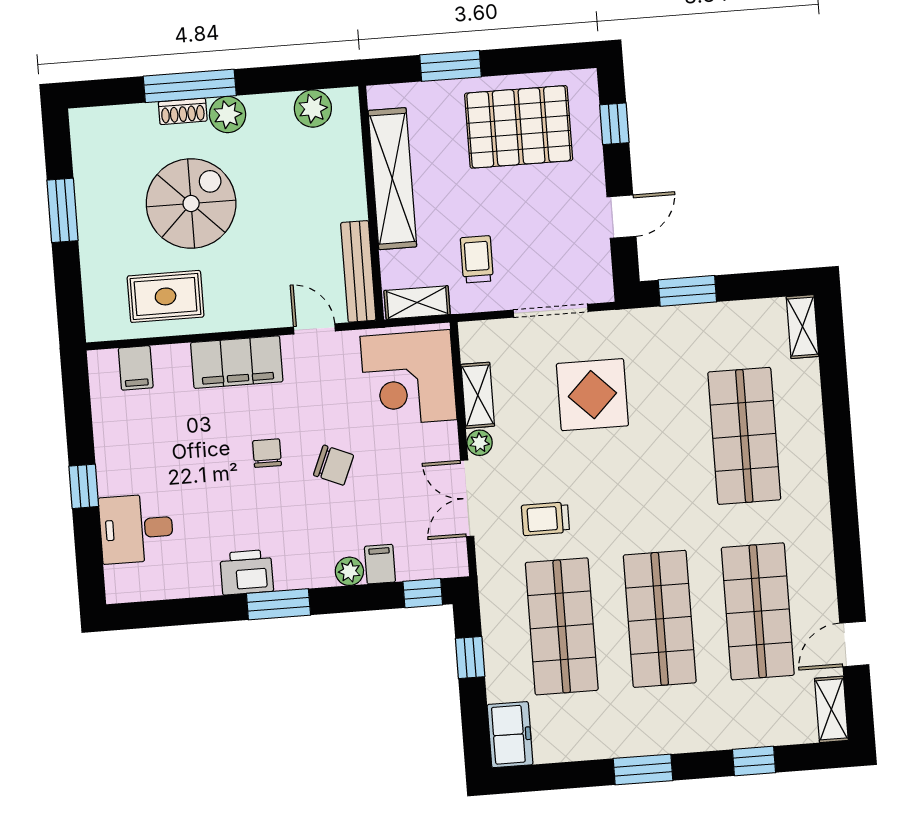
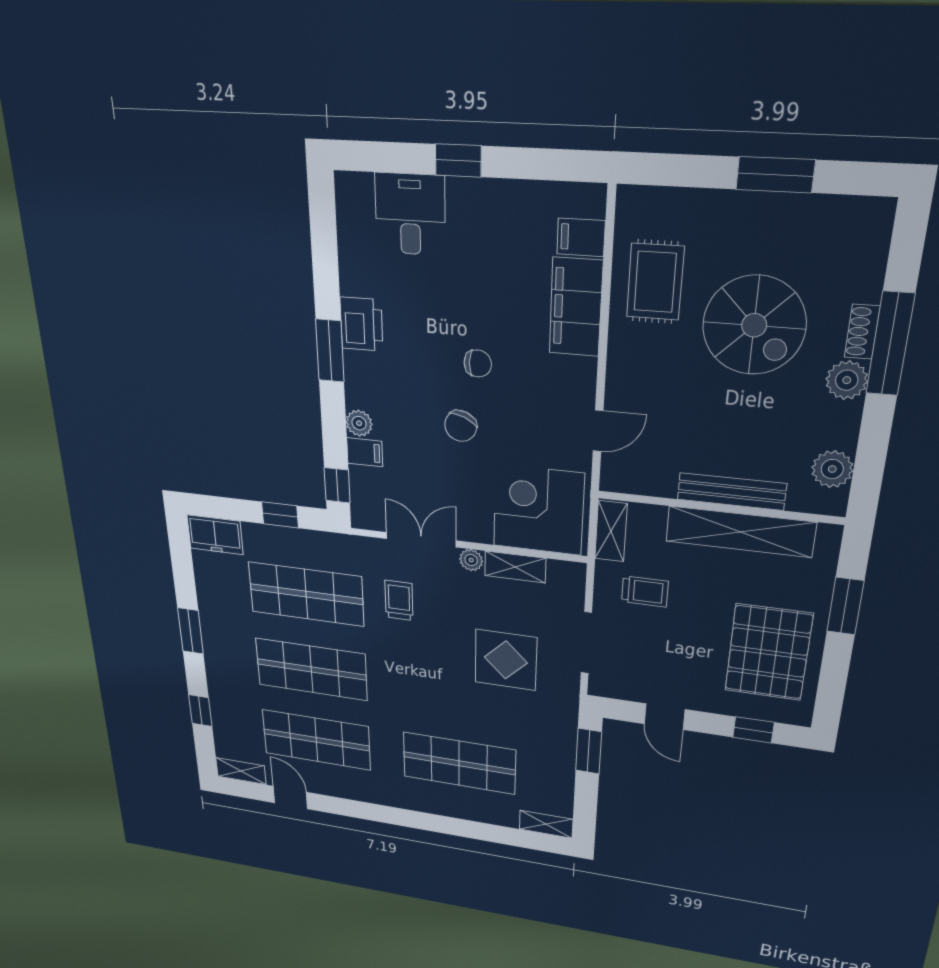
bench: (358, 271) -> (732, 492), moved
filing cabinet: (237, 362) -> (576, 307), moved

